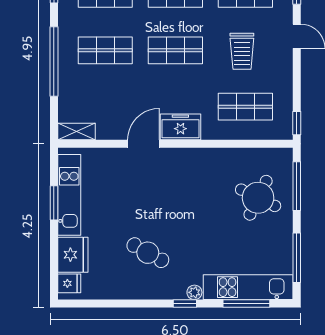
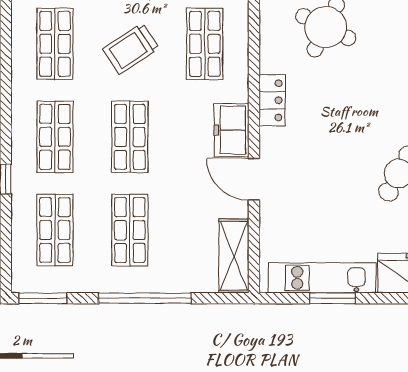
trolley: (242, 51) -> (131, 48), turned 147
shelving: (76, 131) -> (234, 256), width x1.50, depth x1.33
locker: (203, 157) -> (272, 100), added

